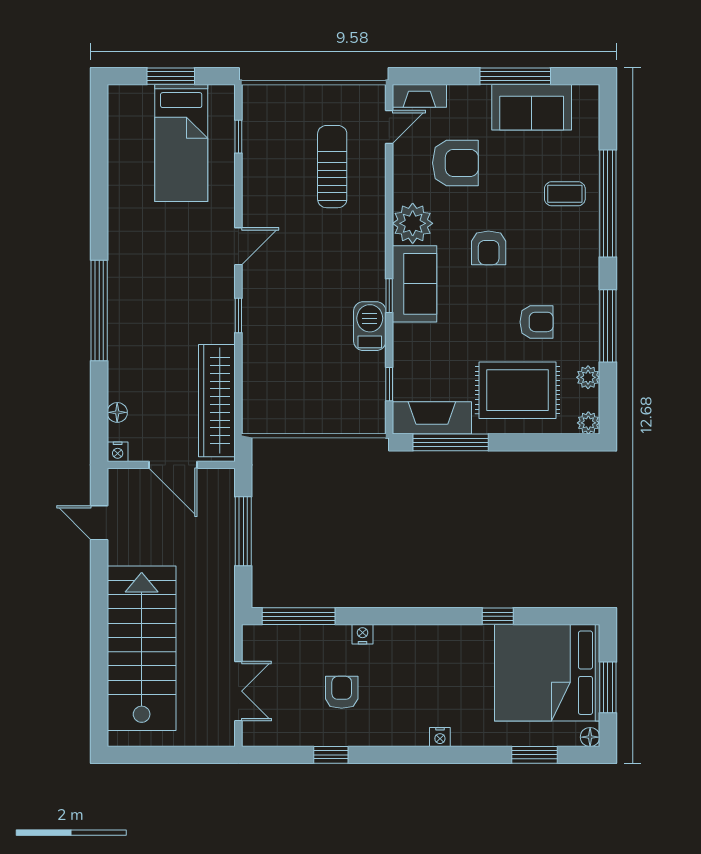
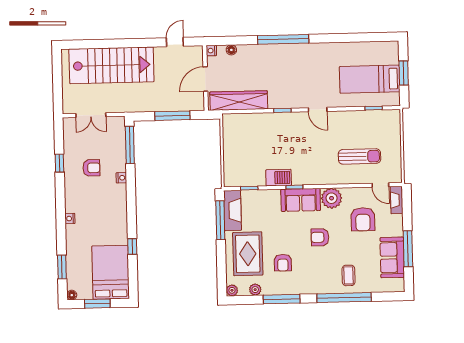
bed: (547, 673) -> (111, 272), width x0.73

